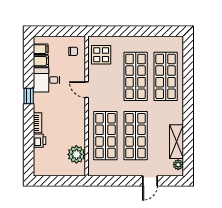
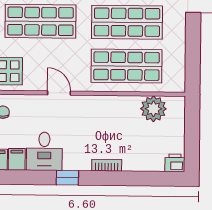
door: (87, 90) -> (59, 93), swing flipped
printer: (40, 141) -> (175, 163), moved

